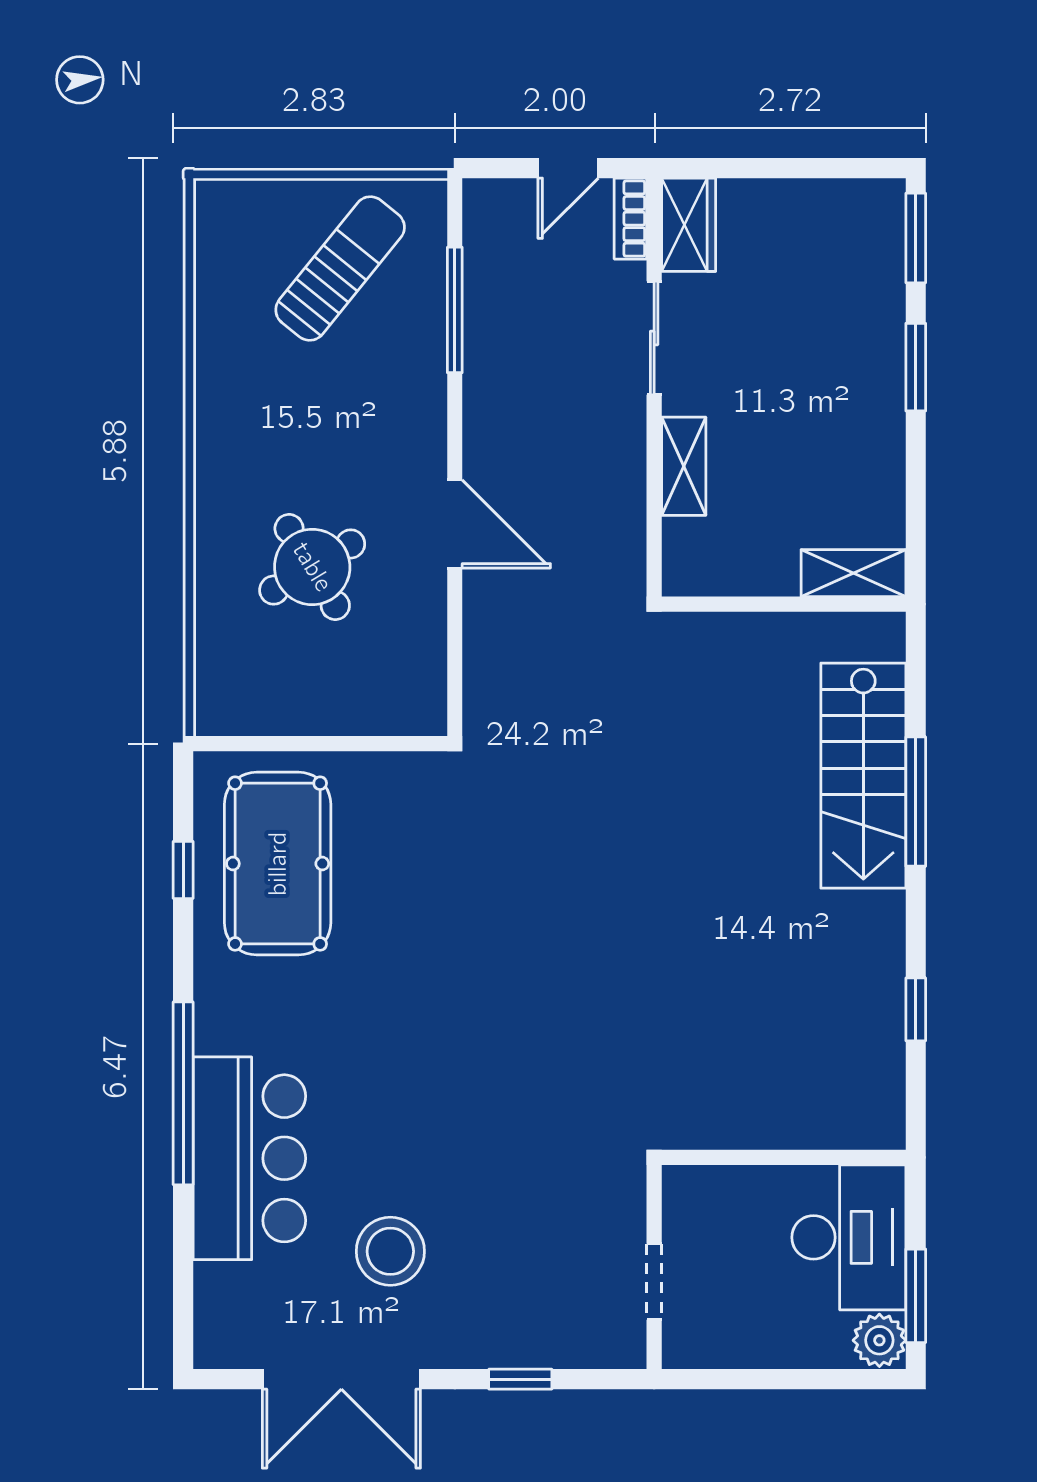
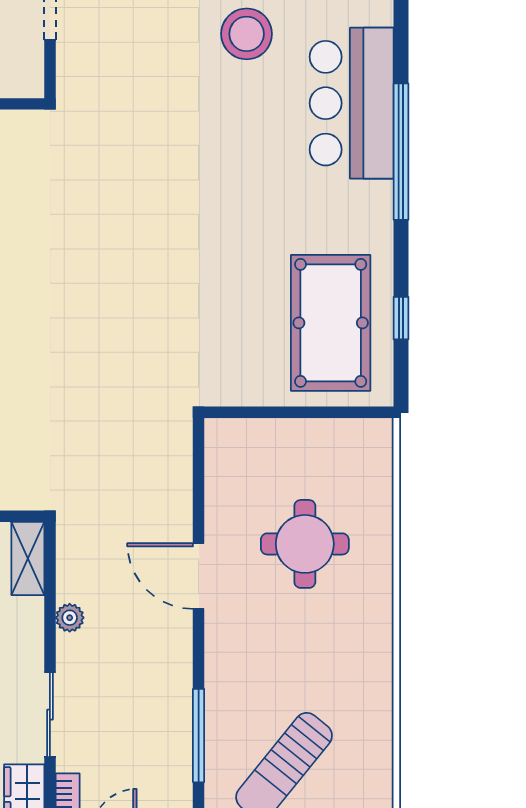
shelving: (684, 466) -> (28, 558), moved
plant: (628, 468) -> (70, 618), added
round table: (312, 567) -> (305, 544), turned 31

